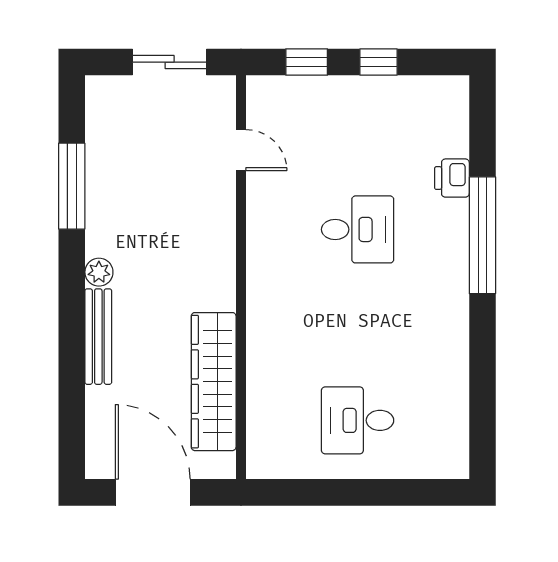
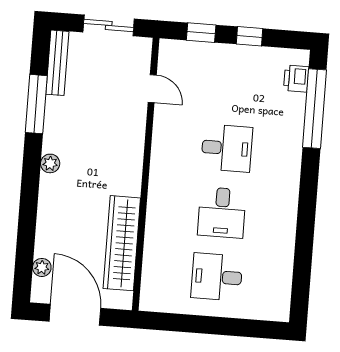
printer: (452, 178) -> (296, 79), moved
window: (482, 235) -> (314, 109), moved
desk: (358, 325) -> (222, 212), added
bench: (98, 337) -> (57, 63), moved
plant: (98, 426) -> (42, 267), added

